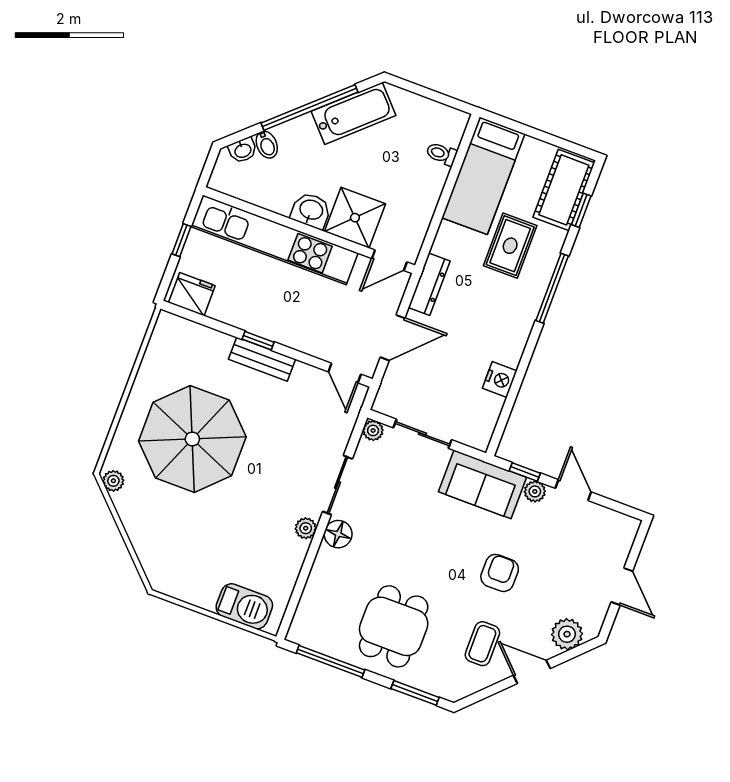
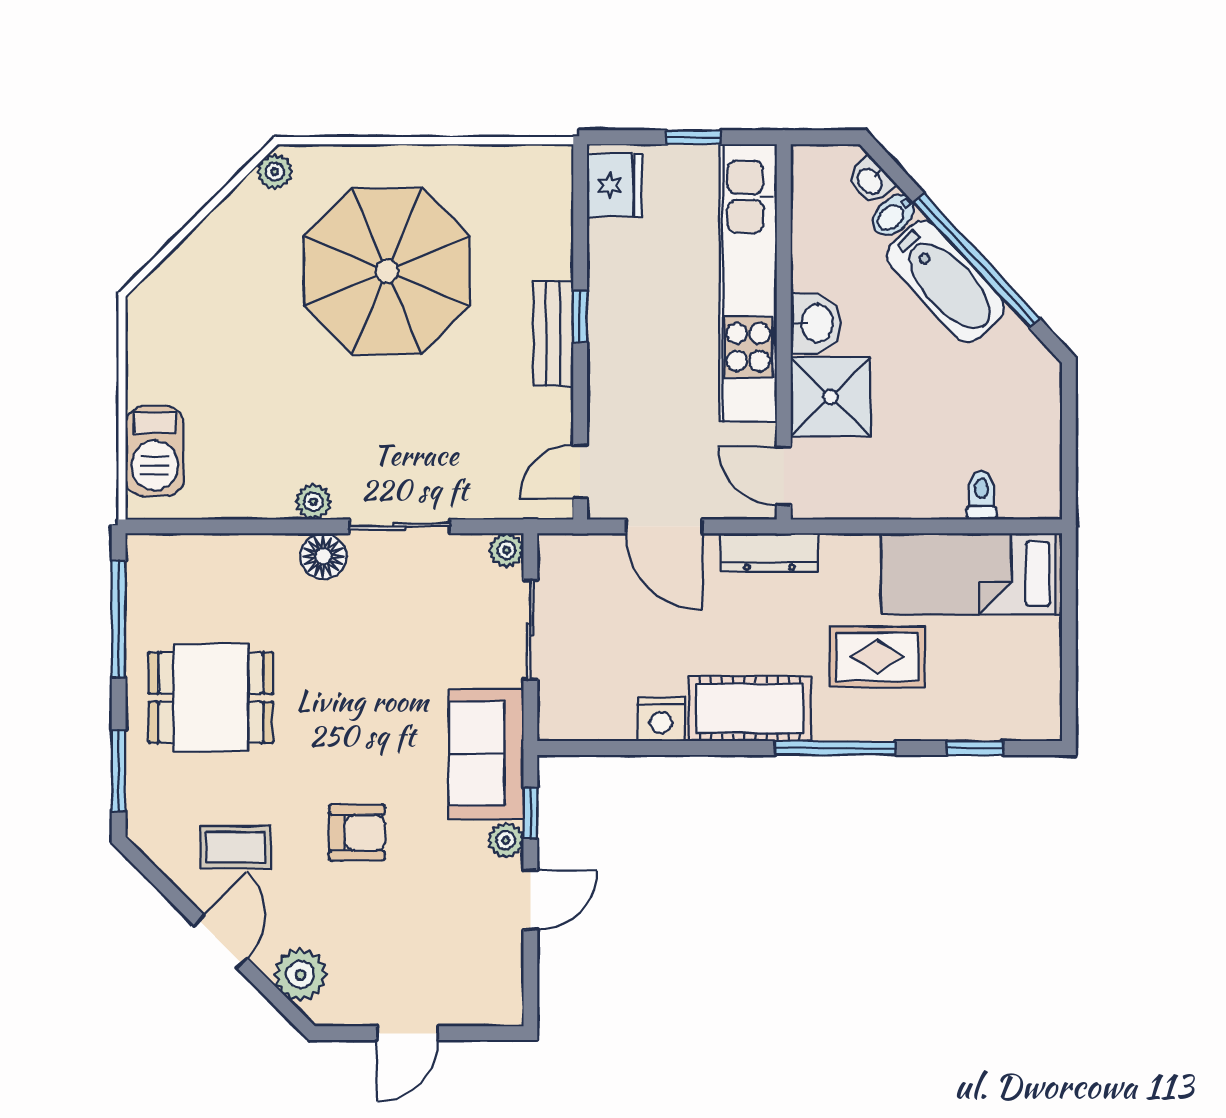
bathtub: (353, 113) -> (945, 281), moved
cot: (564, 190) -> (750, 709), moved

